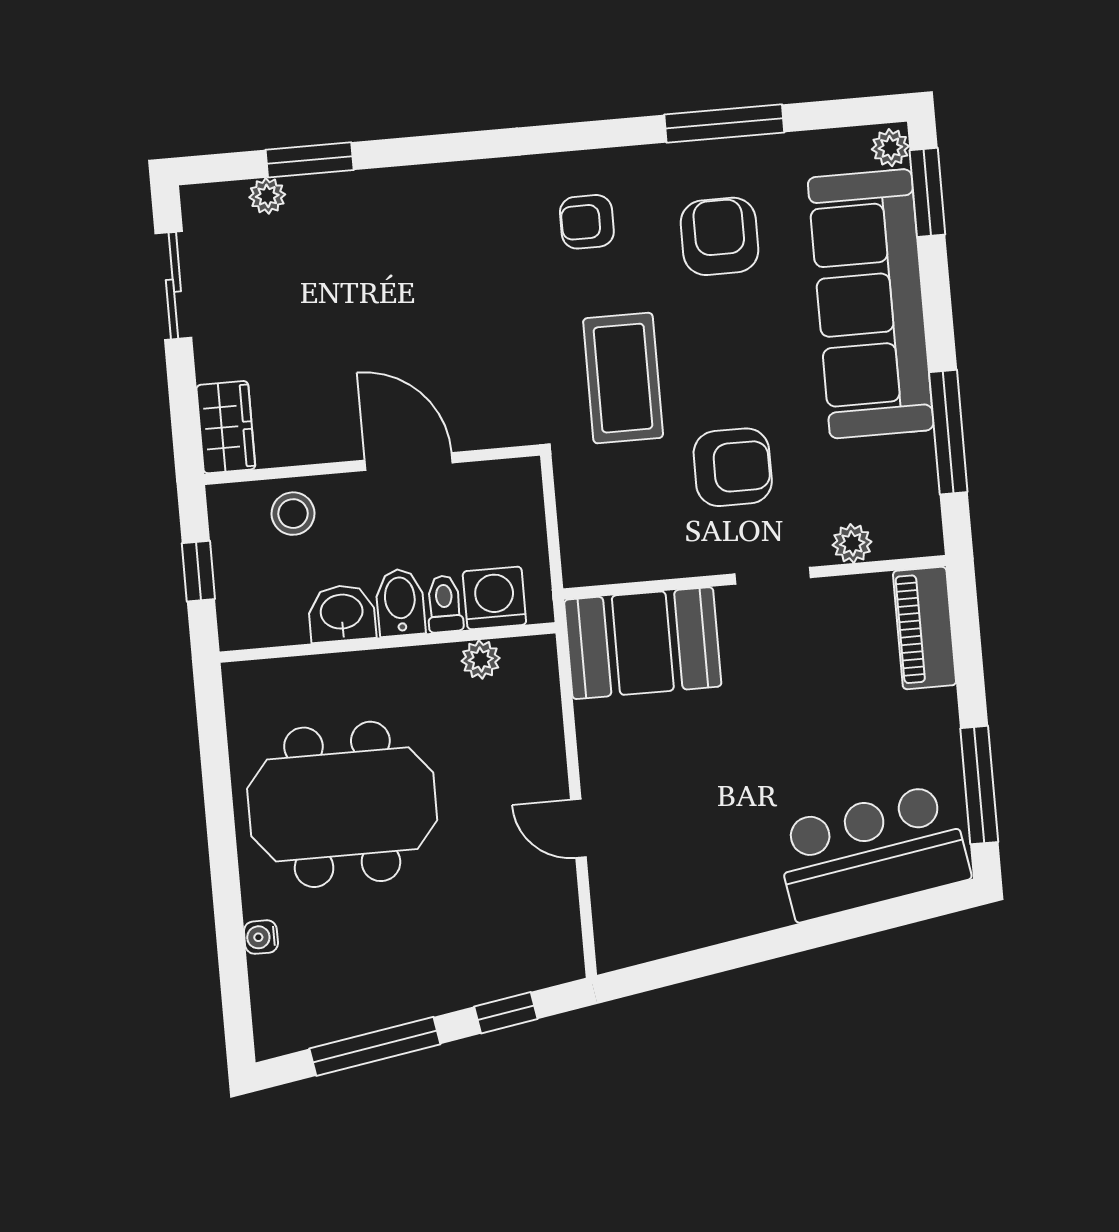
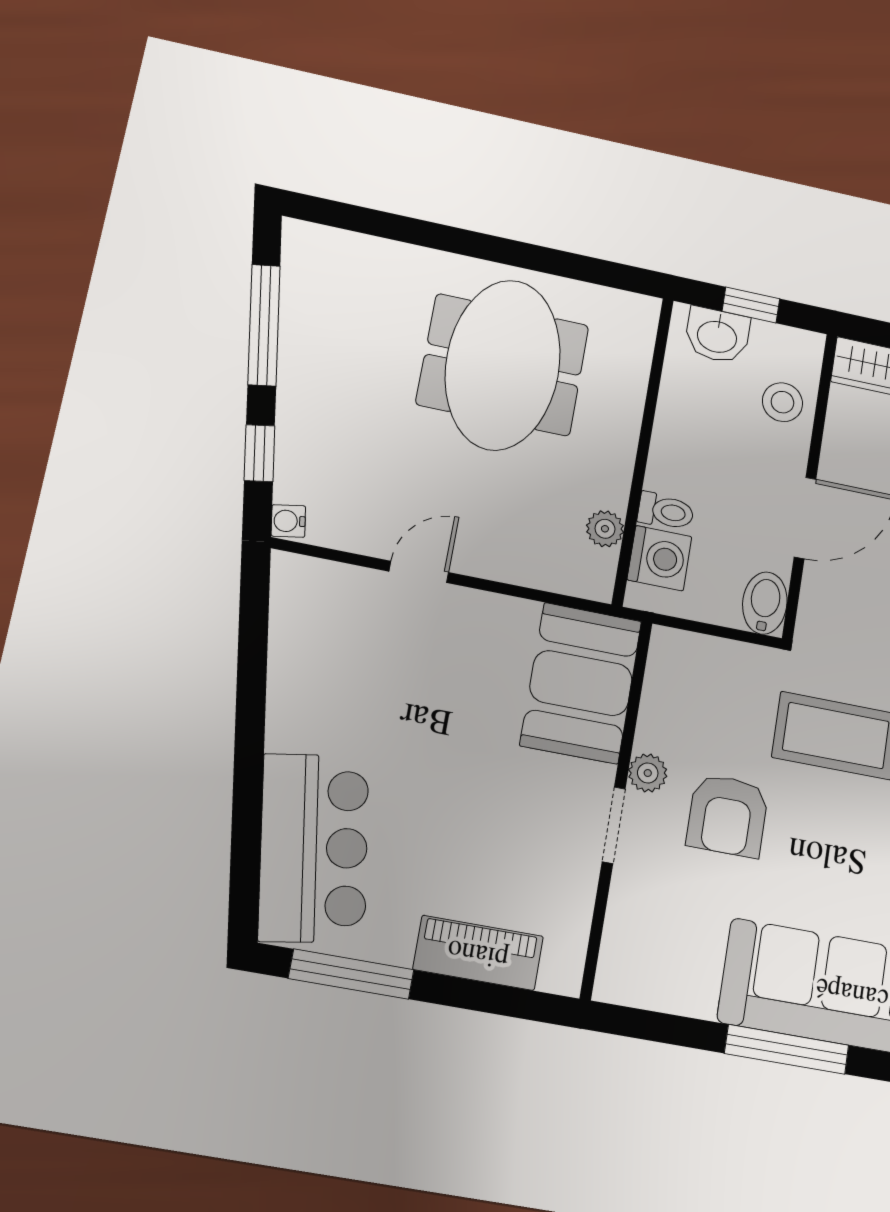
window: (948, 432) -> (787, 1049), moved
plant: (852, 543) -> (648, 773), moved
bidet: (400, 602) -> (765, 603), moved, turned -90
washbasin: (342, 613) -> (717, 335), moved, turned 90
piano: (925, 628) -> (478, 953), moved
water cooler: (261, 937) -> (288, 521), moved, turned -99

